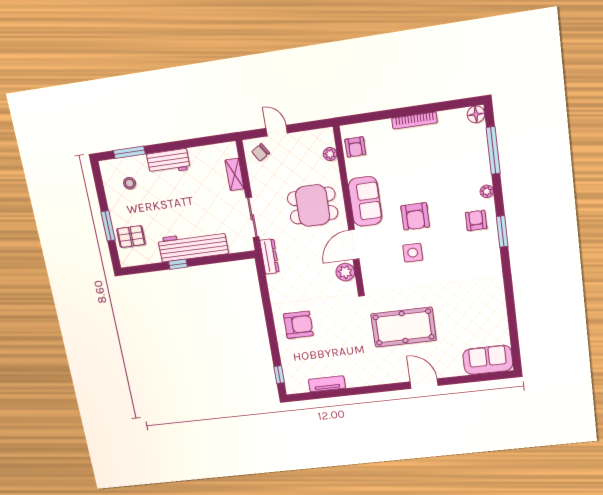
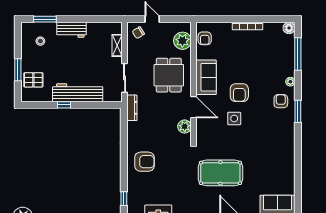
plant: (330, 154) -> (182, 41), width x1.88, depth x1.88
dining table: (313, 206) -> (169, 75), turned 90
door: (354, 245) -> (194, 107), swing flipped

